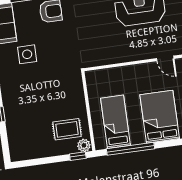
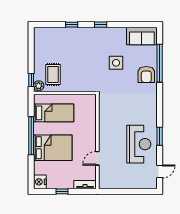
side table: (27, 54) -> (116, 63), moved
window: (130, 149) -> (31, 136), moved

